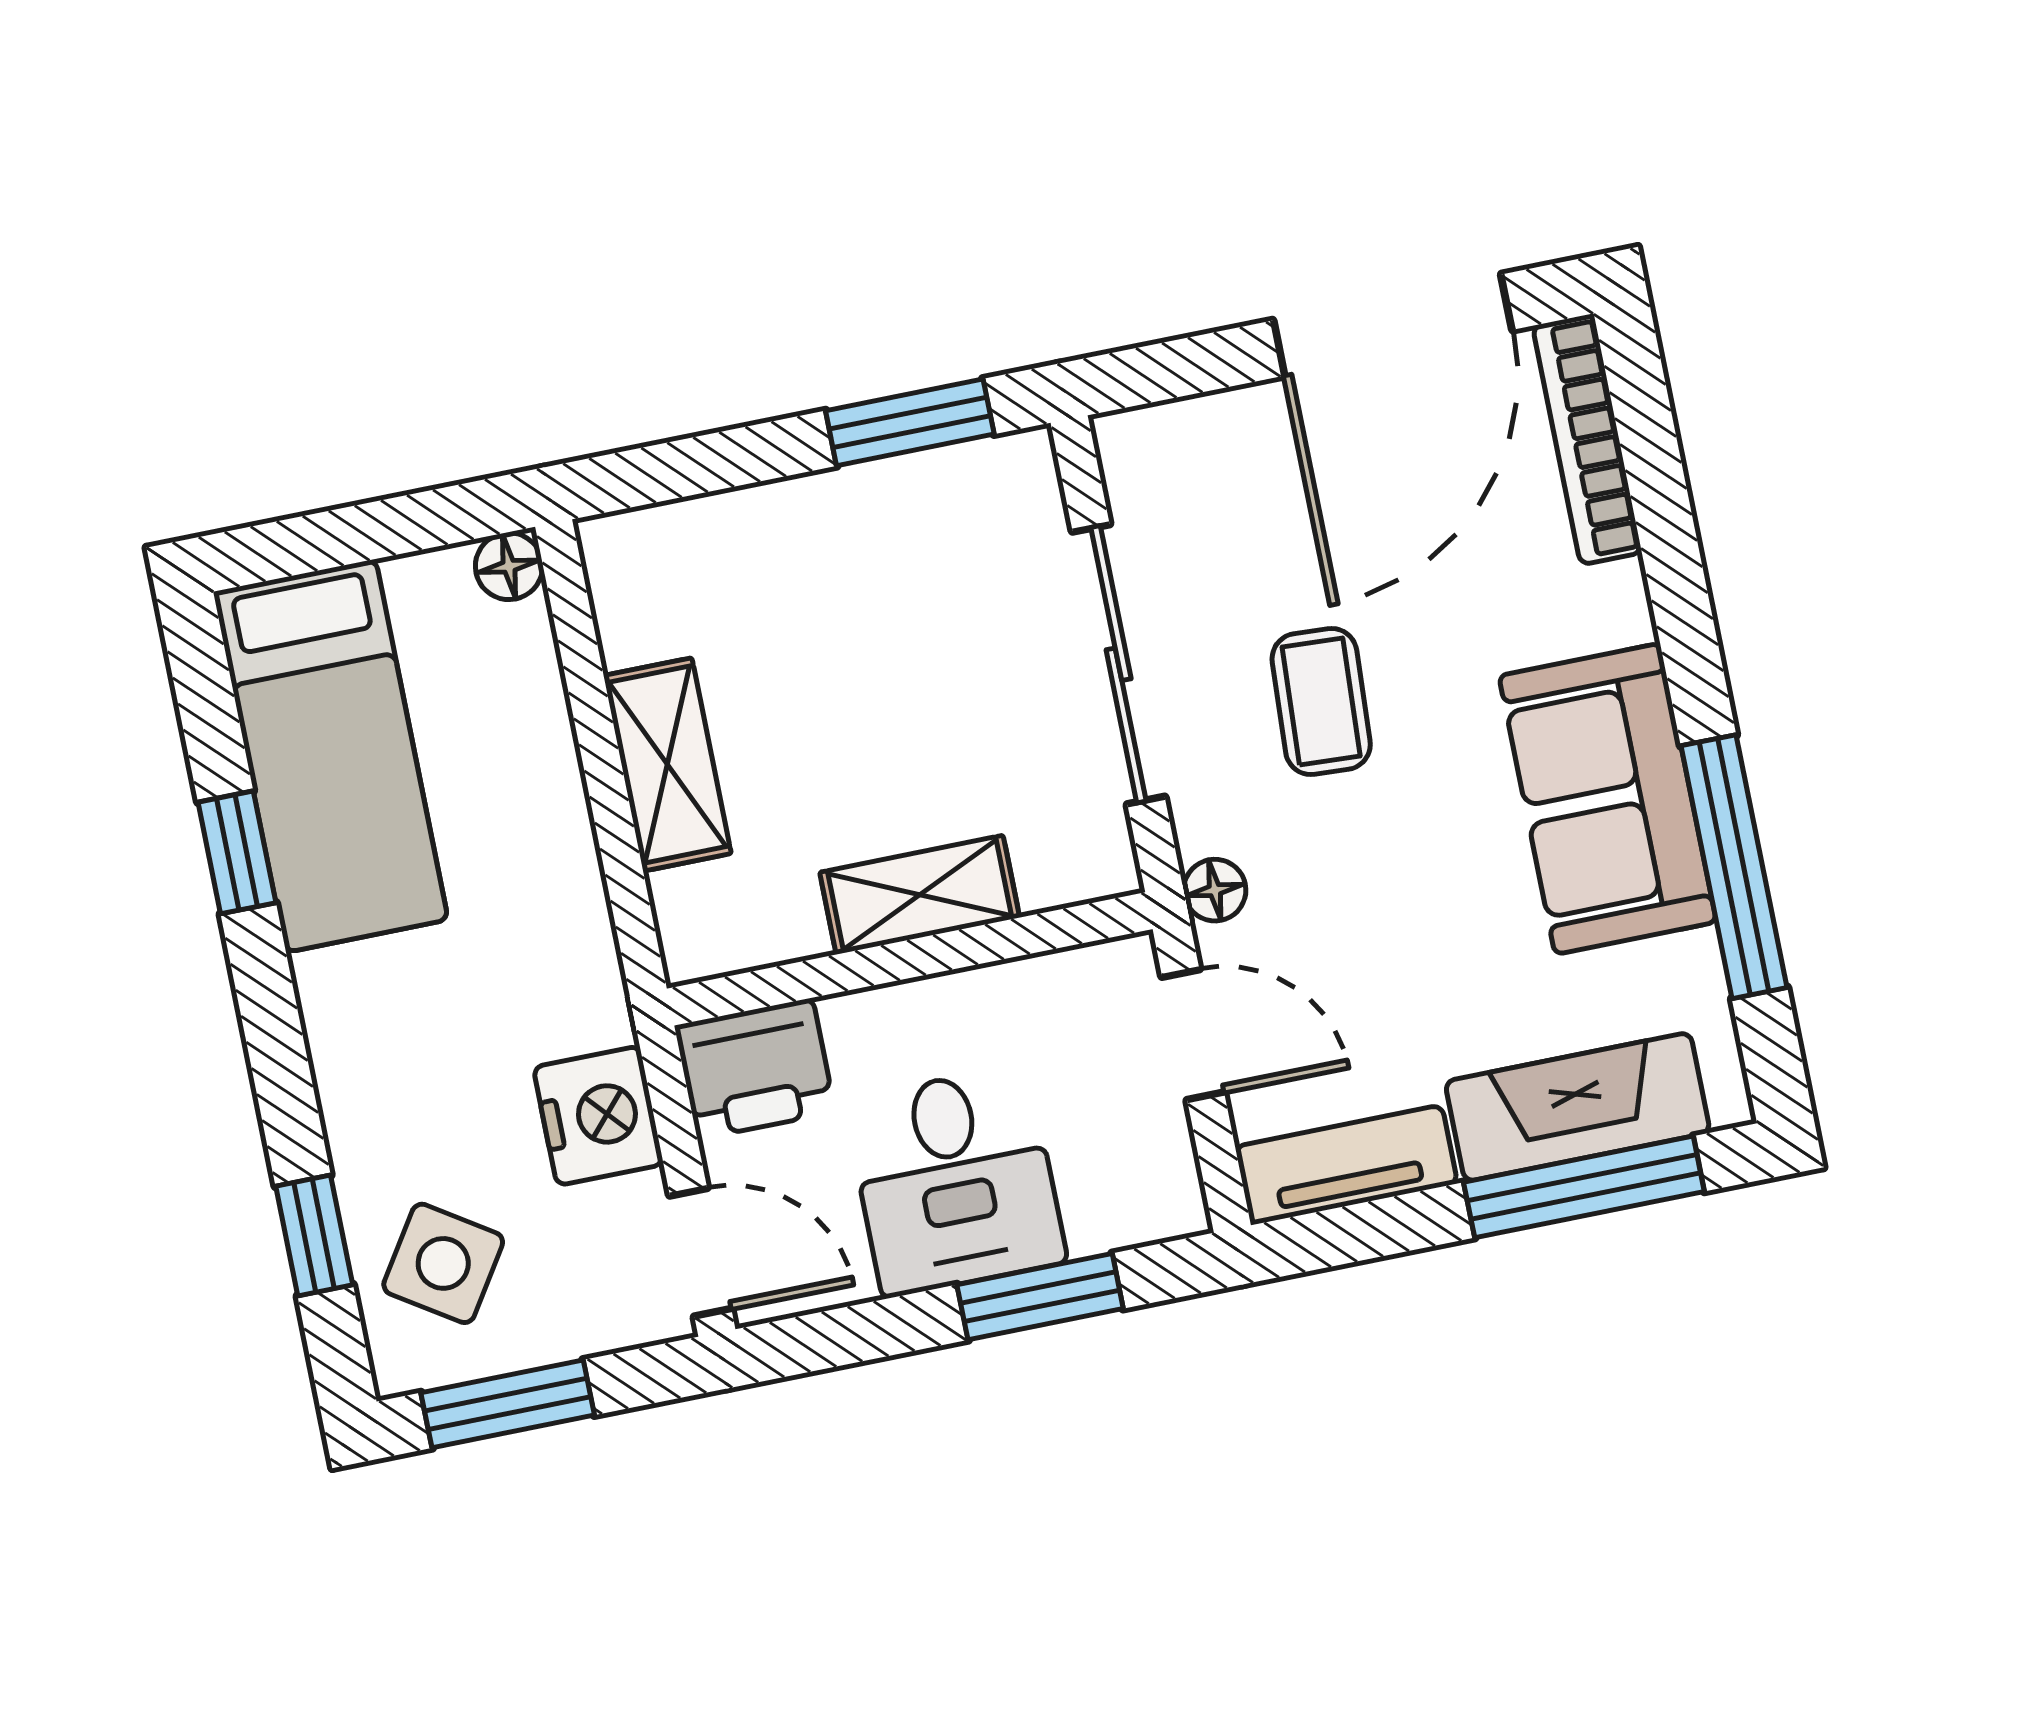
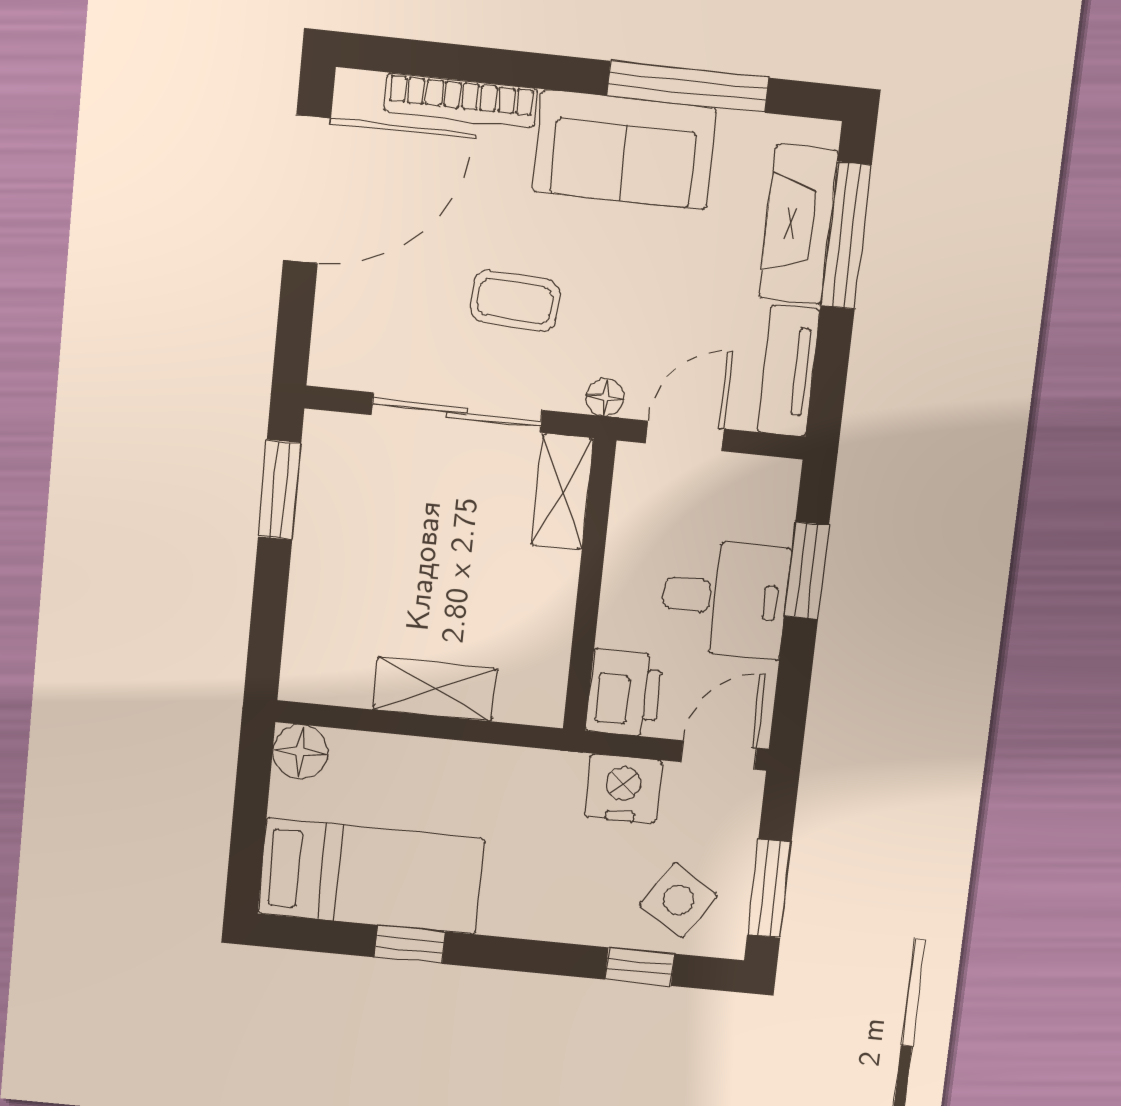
door: (1393, 325) -> (307, 189), hinge flipped
bookcase: (1587, 439) -> (461, 100), moved
floor lamp: (509, 566) -> (300, 752), width x1.37, depth x1.37
shelving: (920, 895) -> (563, 492), moved

